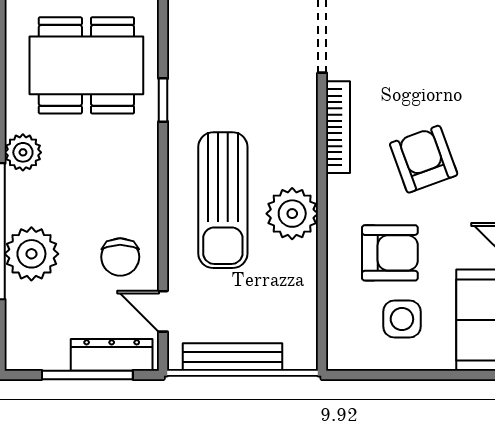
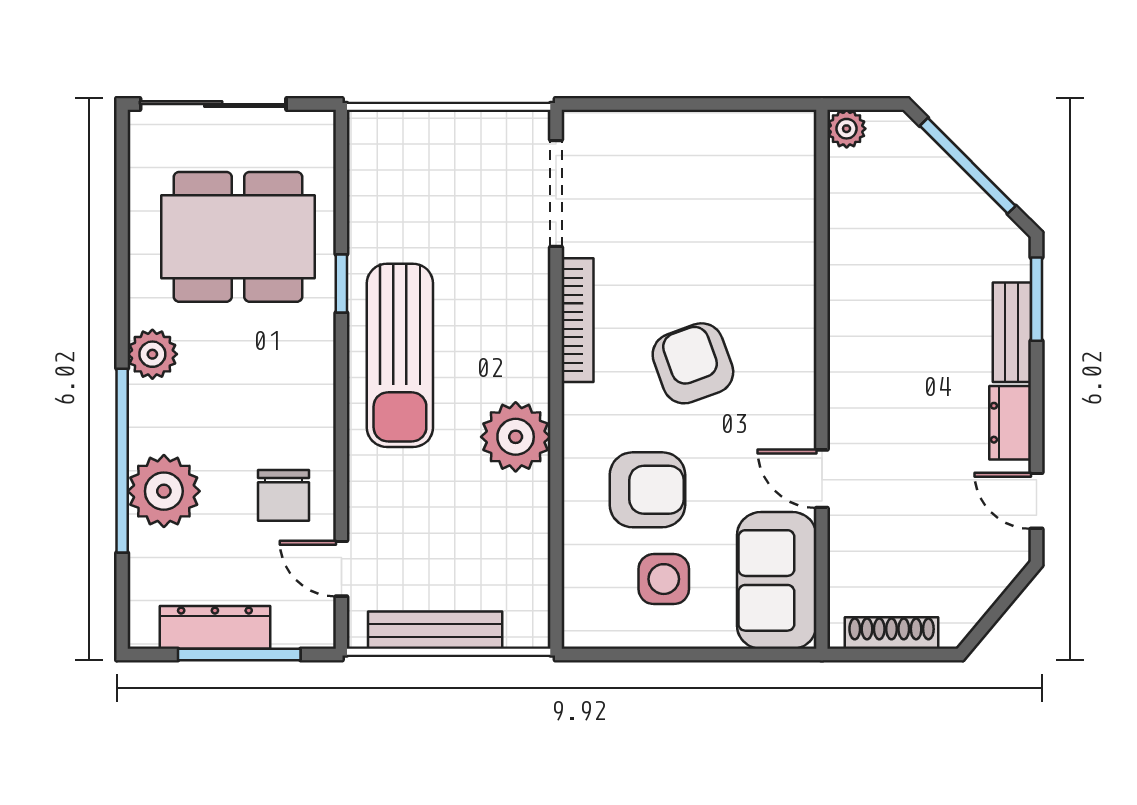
sun lounger: (223, 200) -> (400, 355), moved
dresser: (112, 355) -> (215, 627), moved

